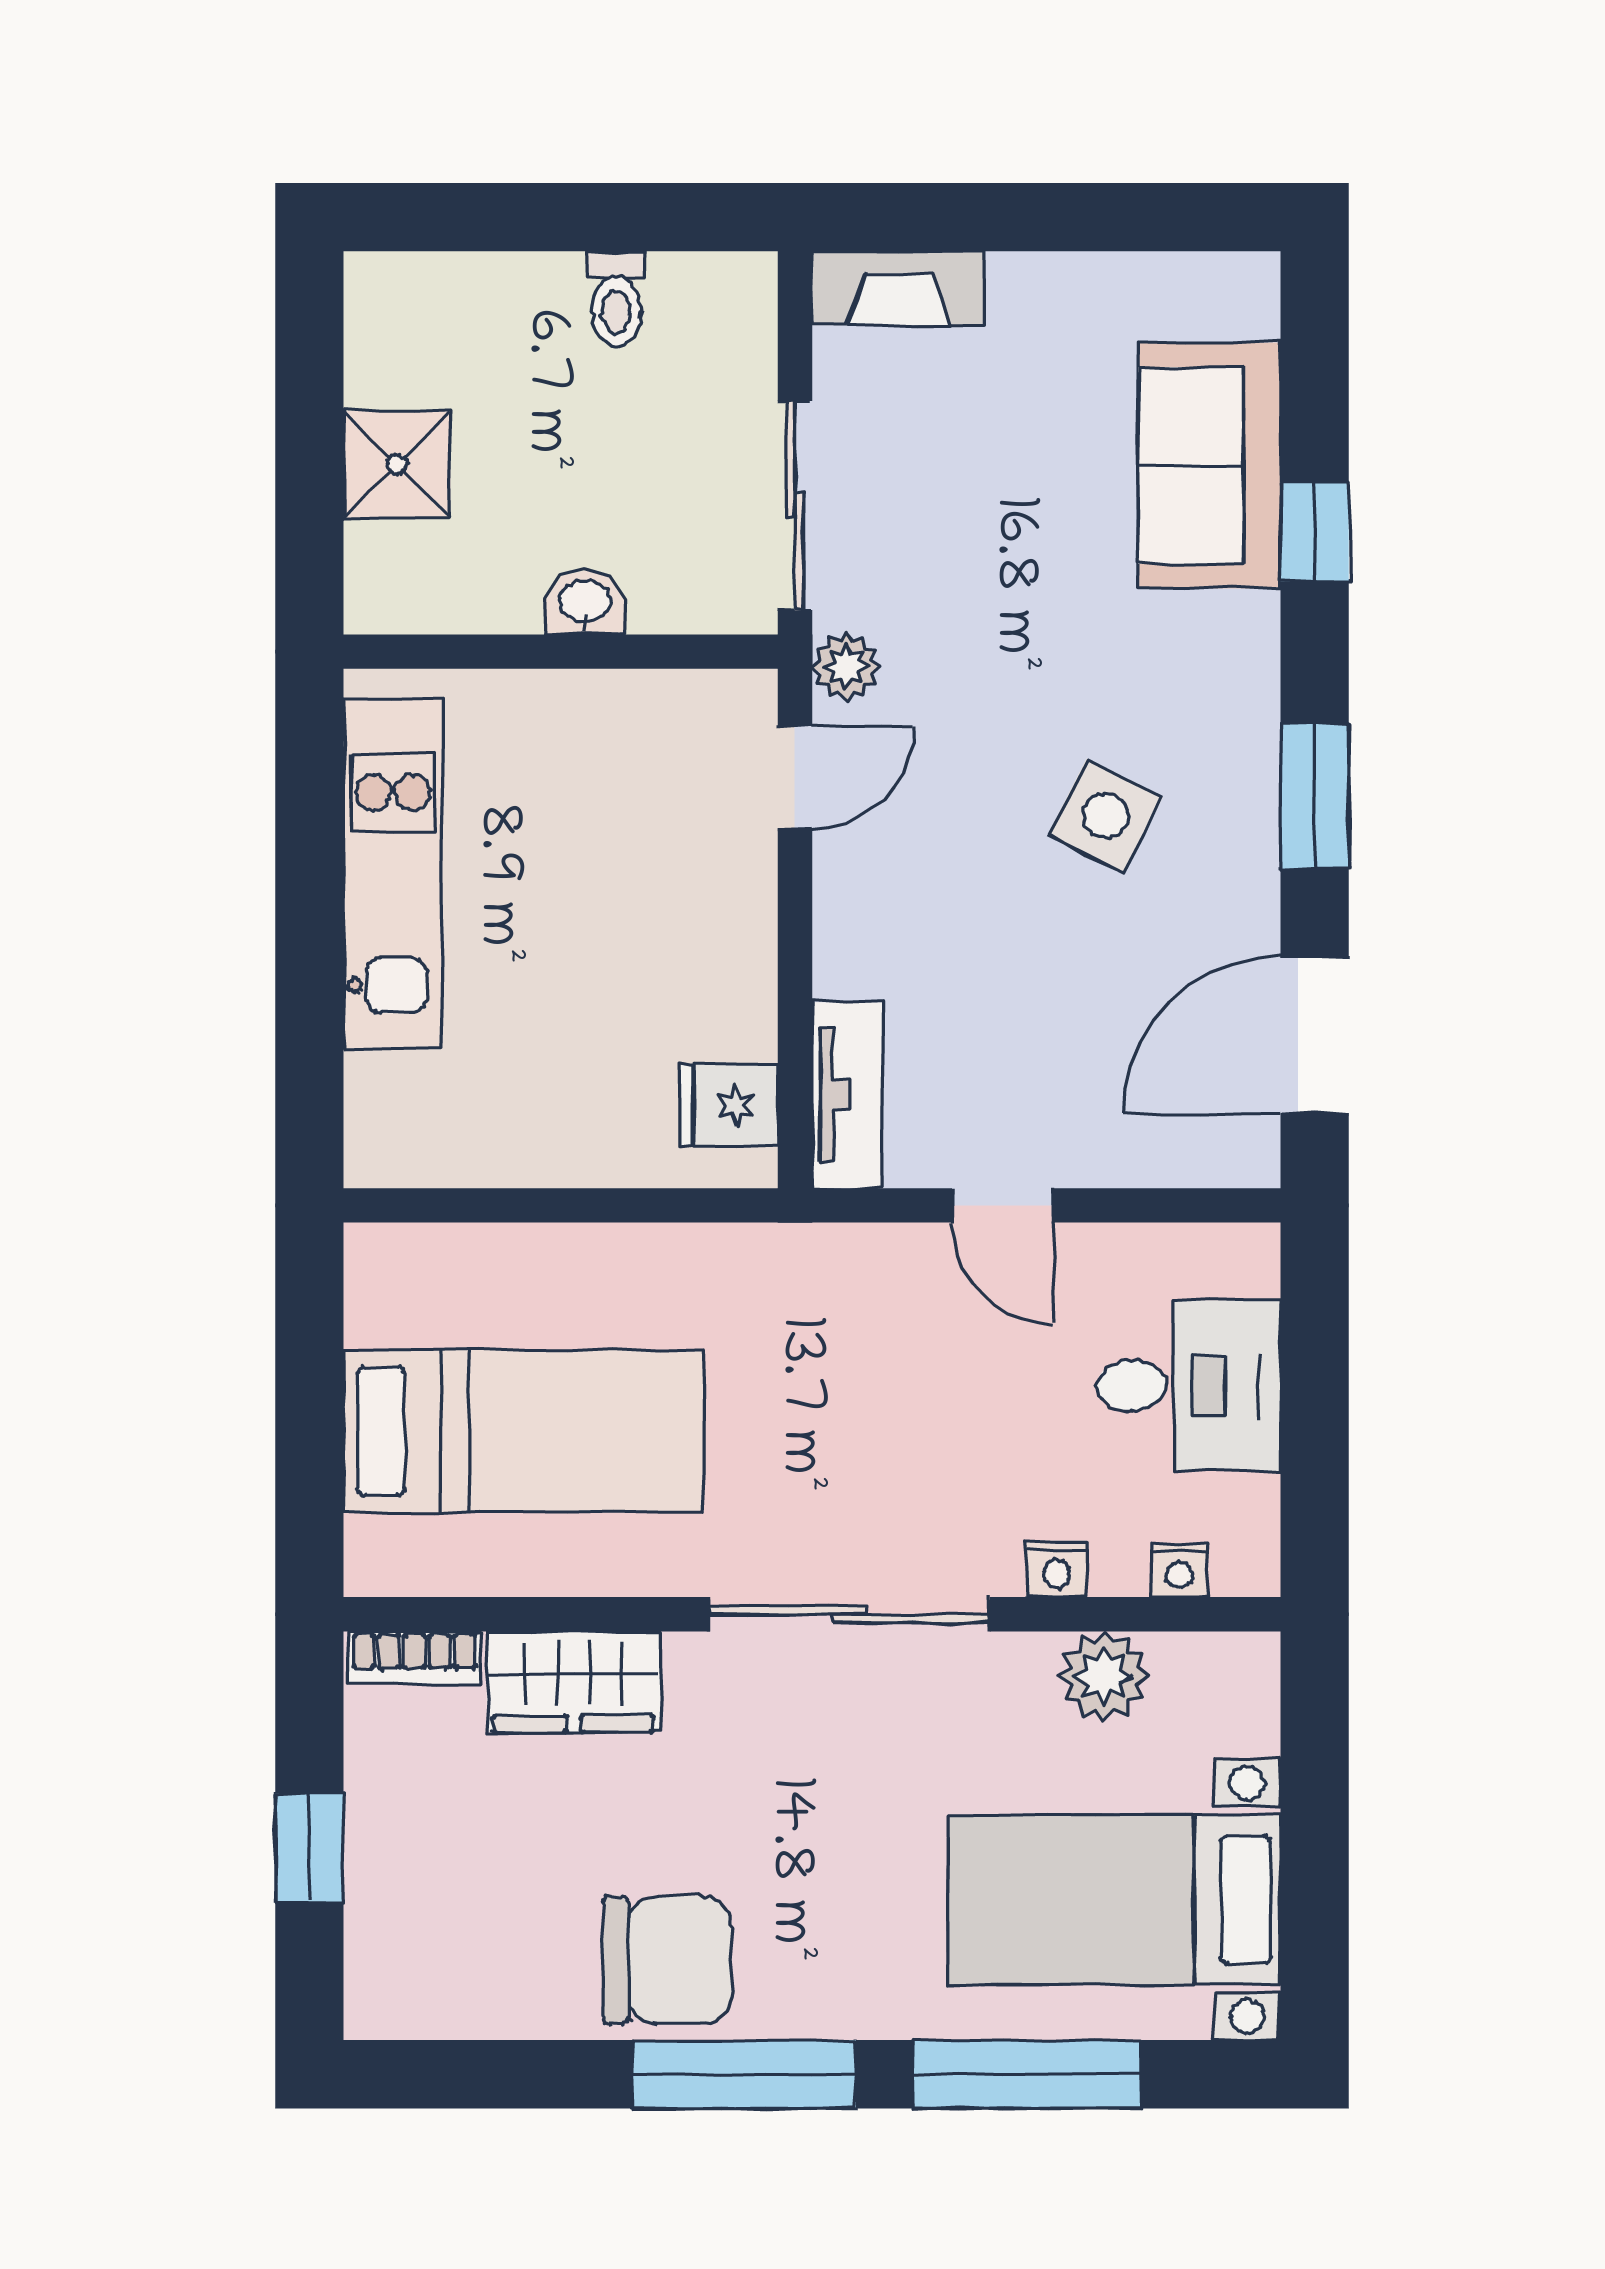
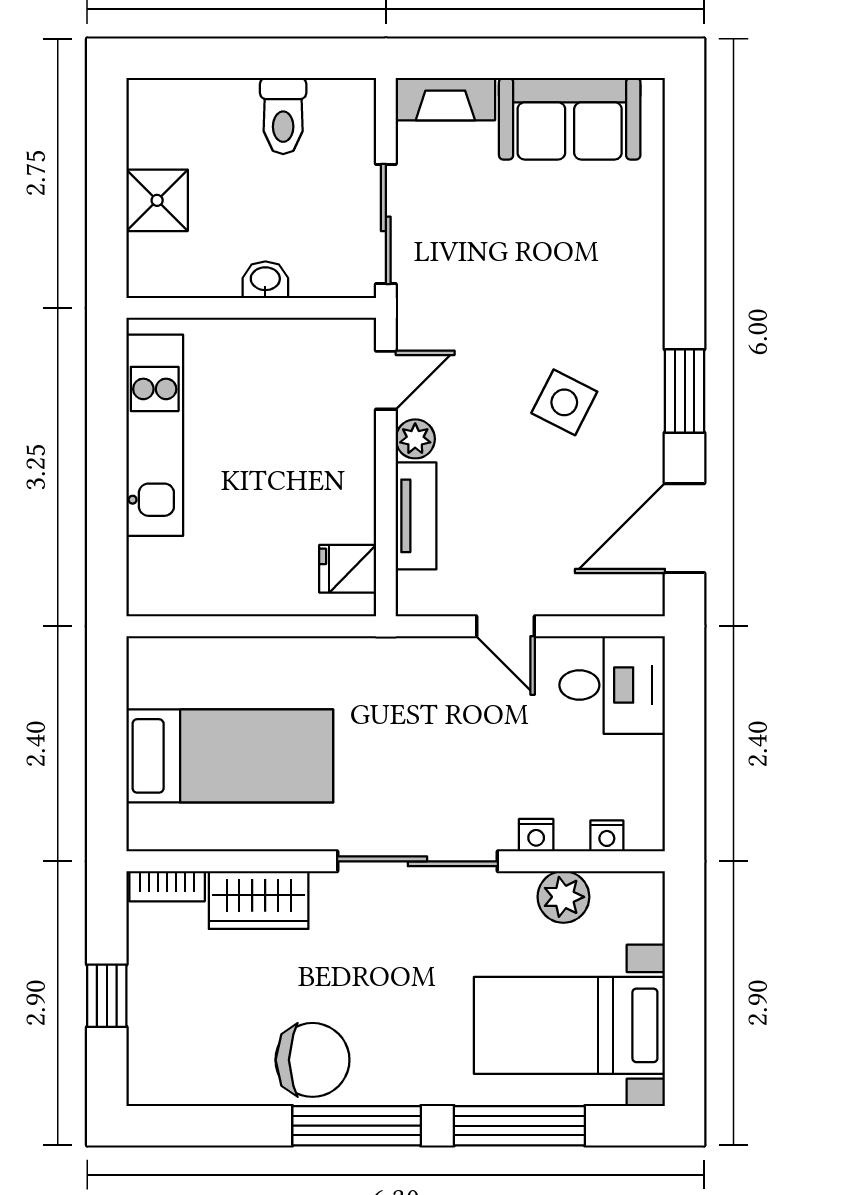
toilet: (616, 299) -> (283, 116), width x1.37, depth x1.39
sofa: (1209, 465) -> (570, 119), moved, turned -90
window: (1315, 532) -> (685, 239), removed
plant: (846, 667) -> (415, 439), moved
tv unit: (848, 1095) -> (416, 516), moved
desk: (1189, 1386) -> (612, 685), moved

